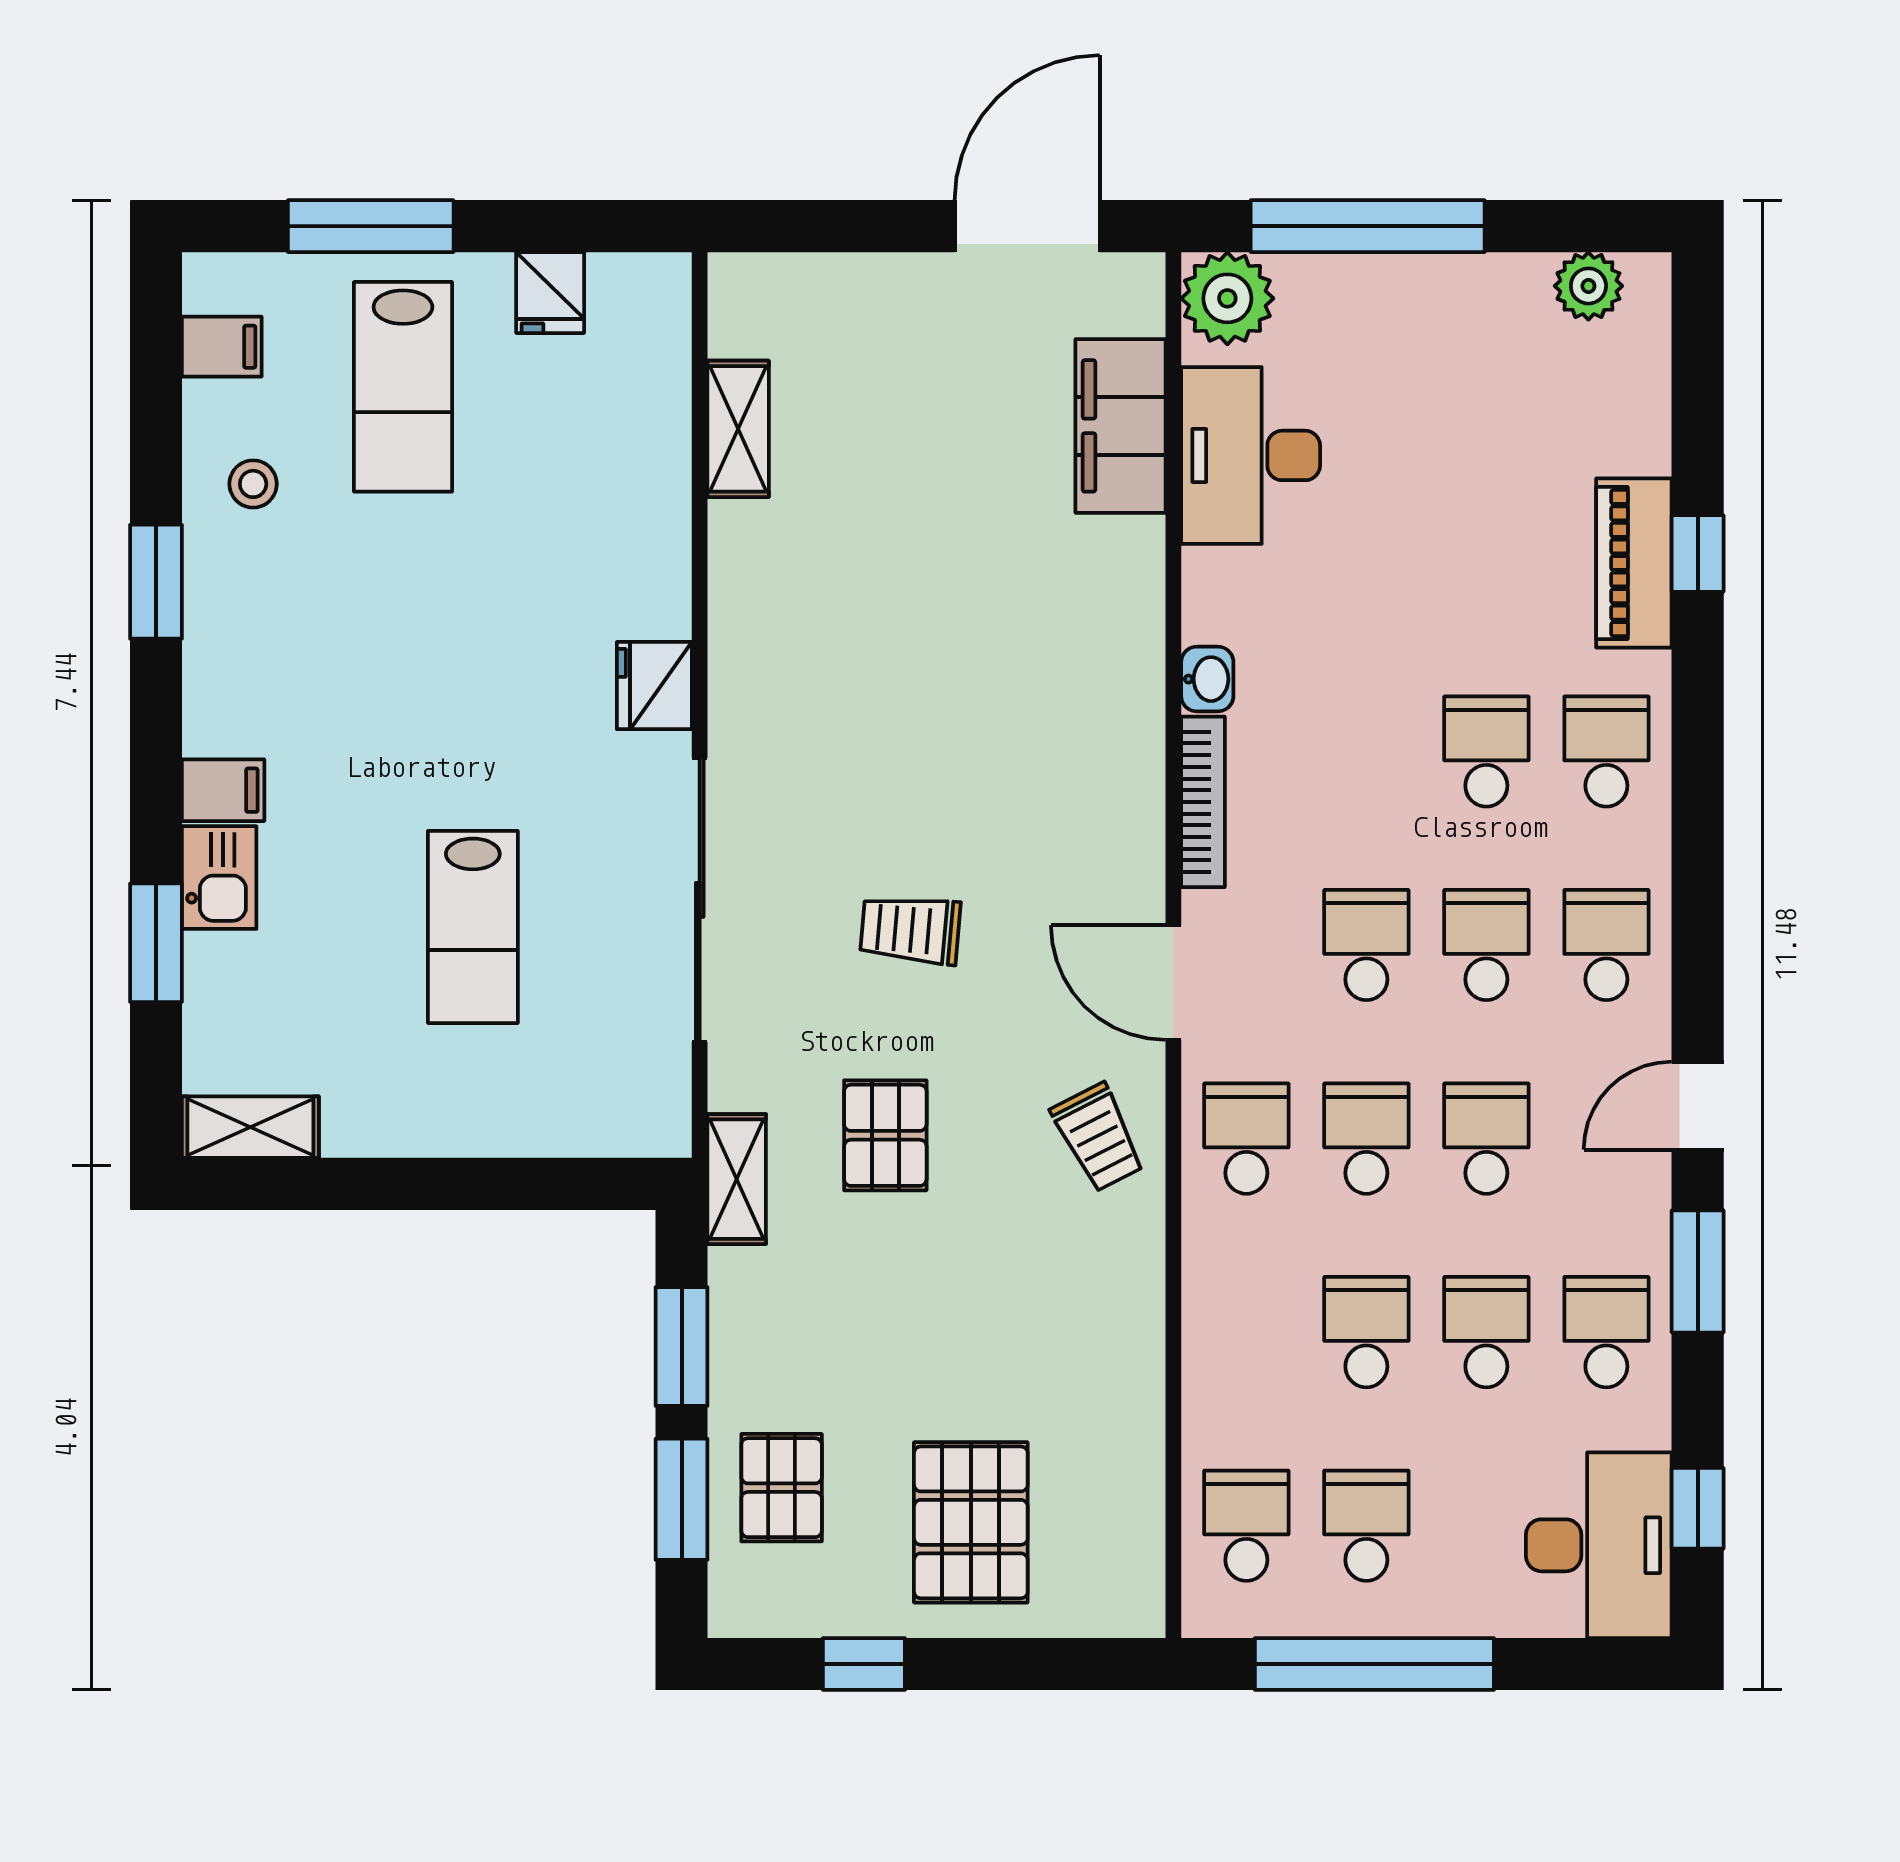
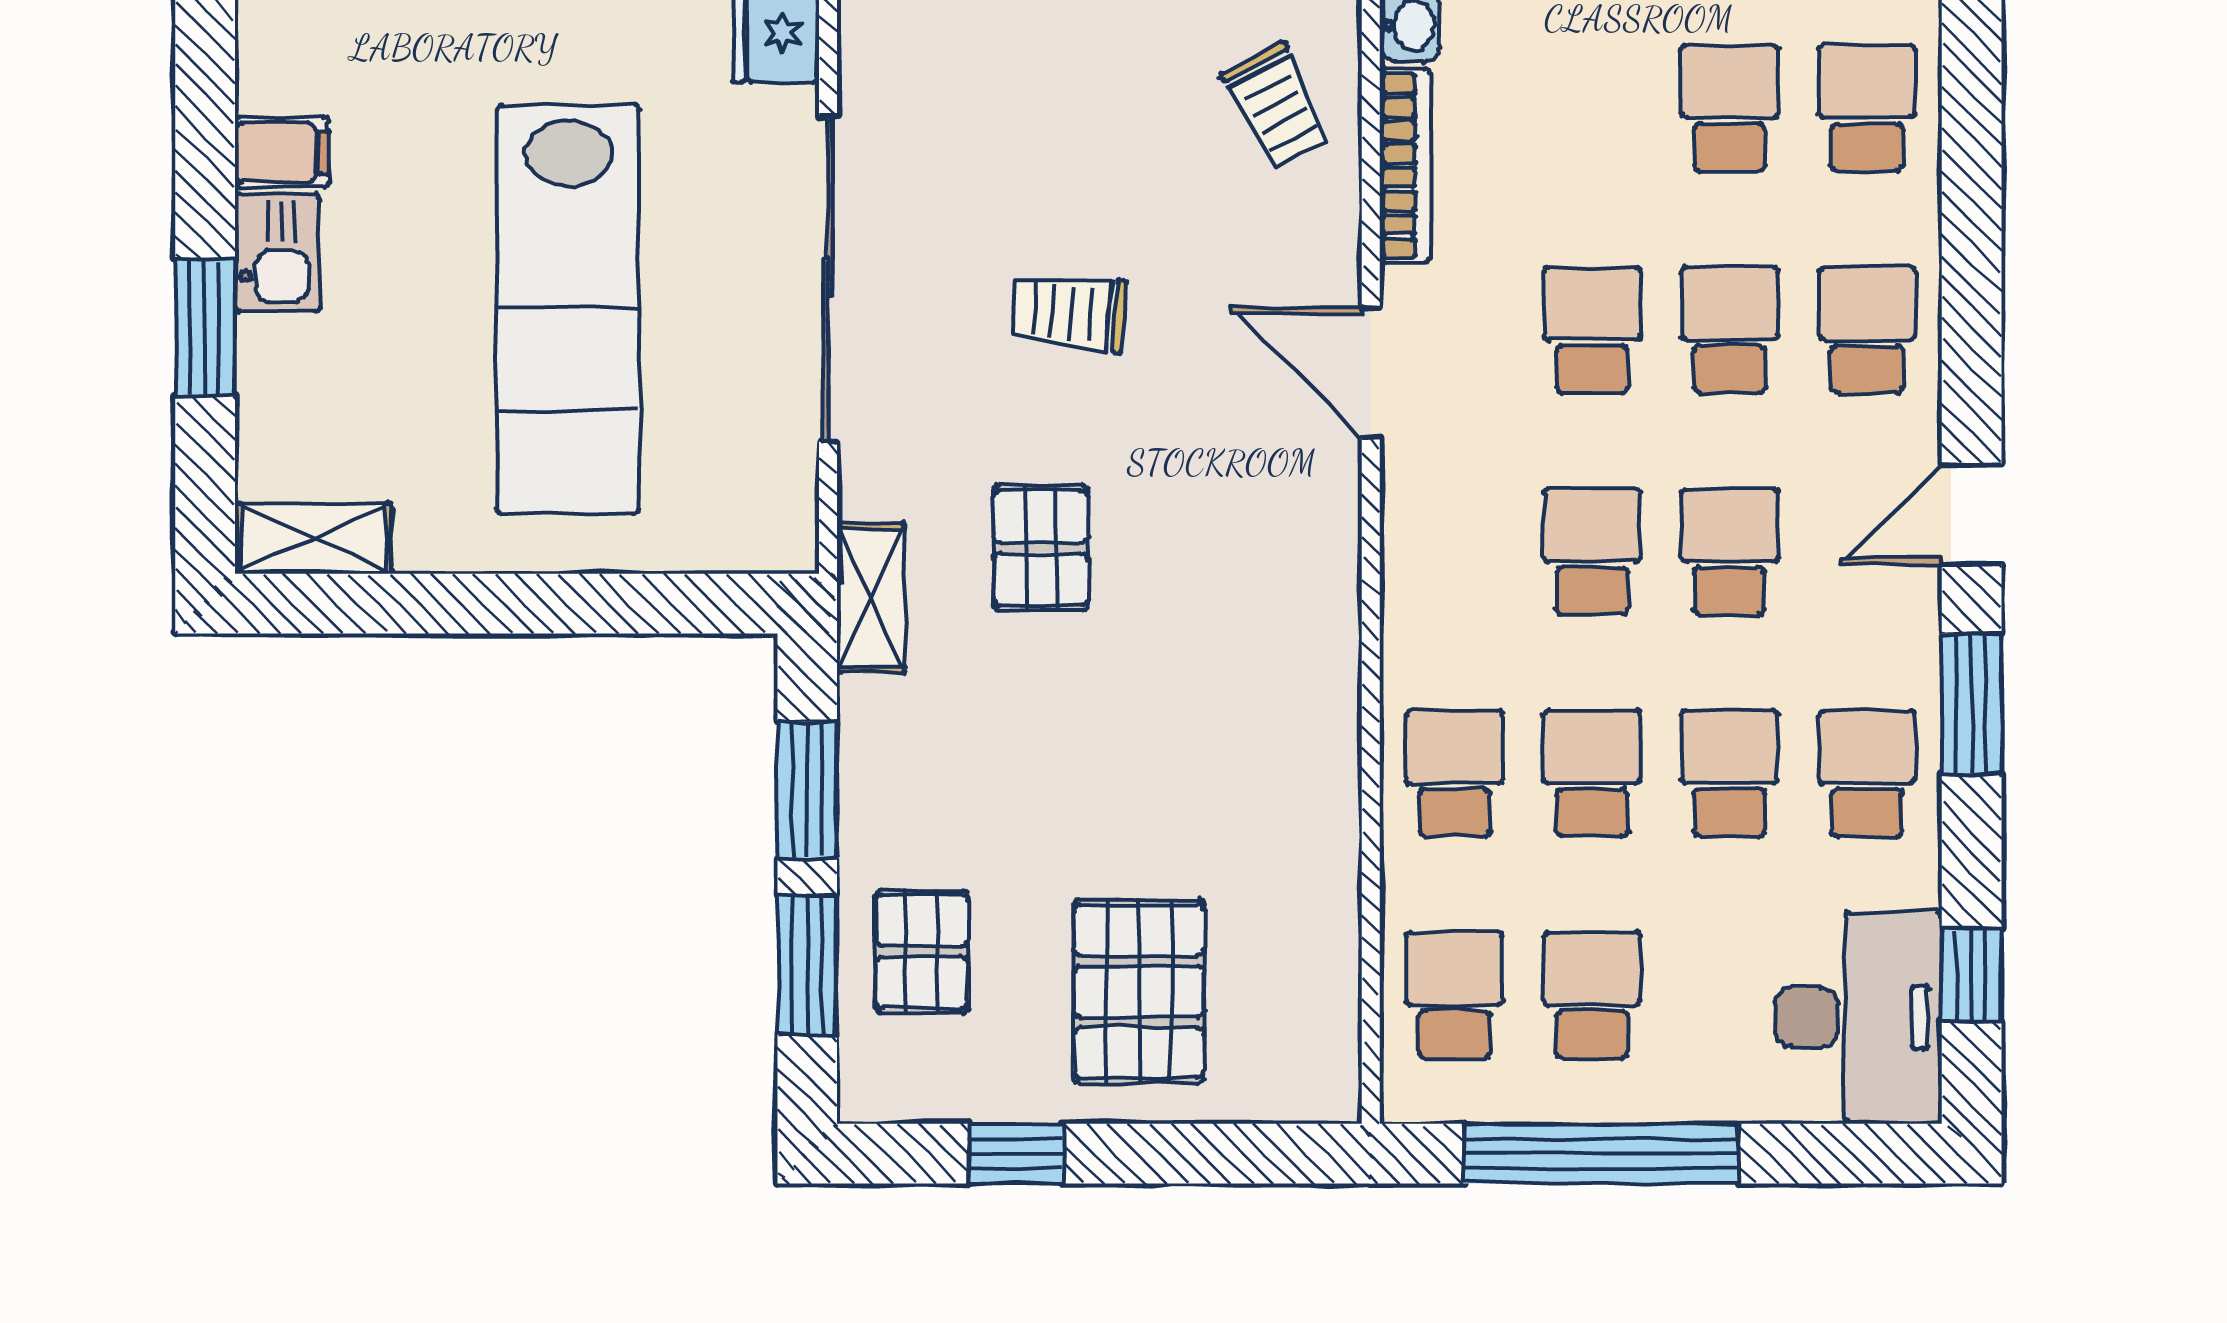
lab bench: (473, 927) -> (568, 309), width x1.86, depth x1.39
trolley: (1098, 1137) -> (1277, 106), moved
school desk: (1246, 1139) -> (1454, 773), moved

